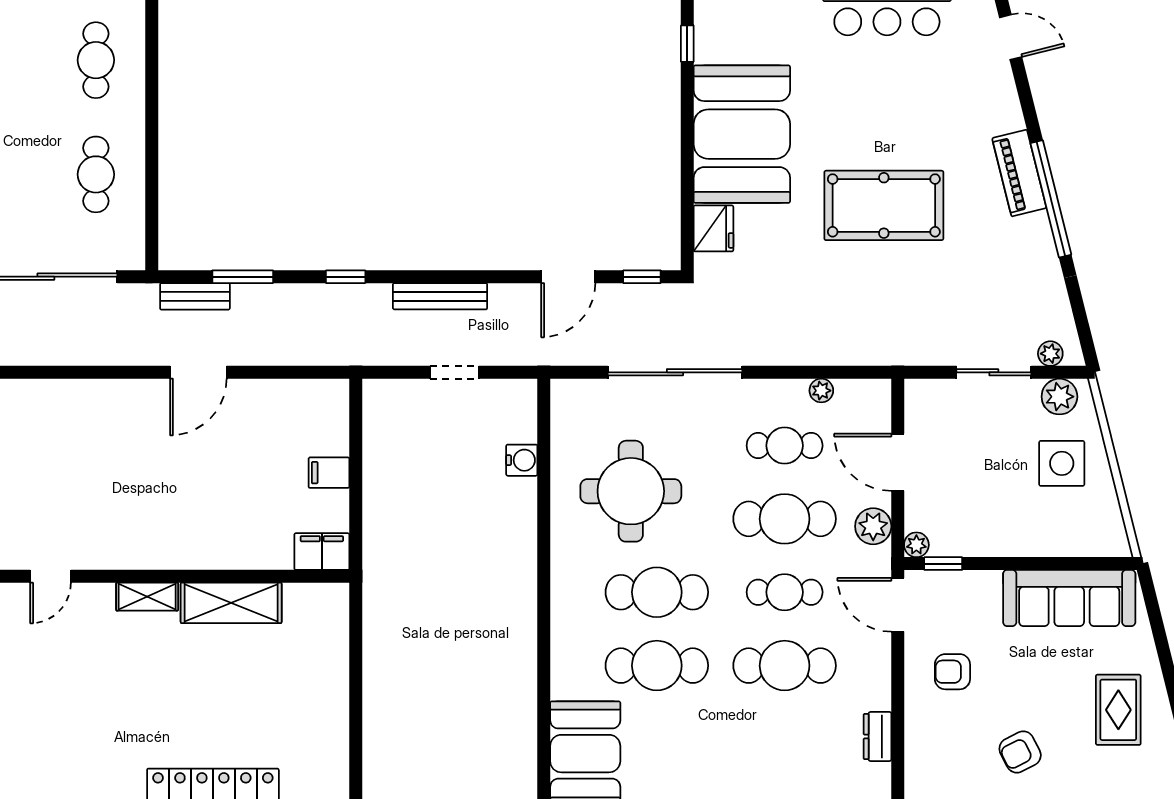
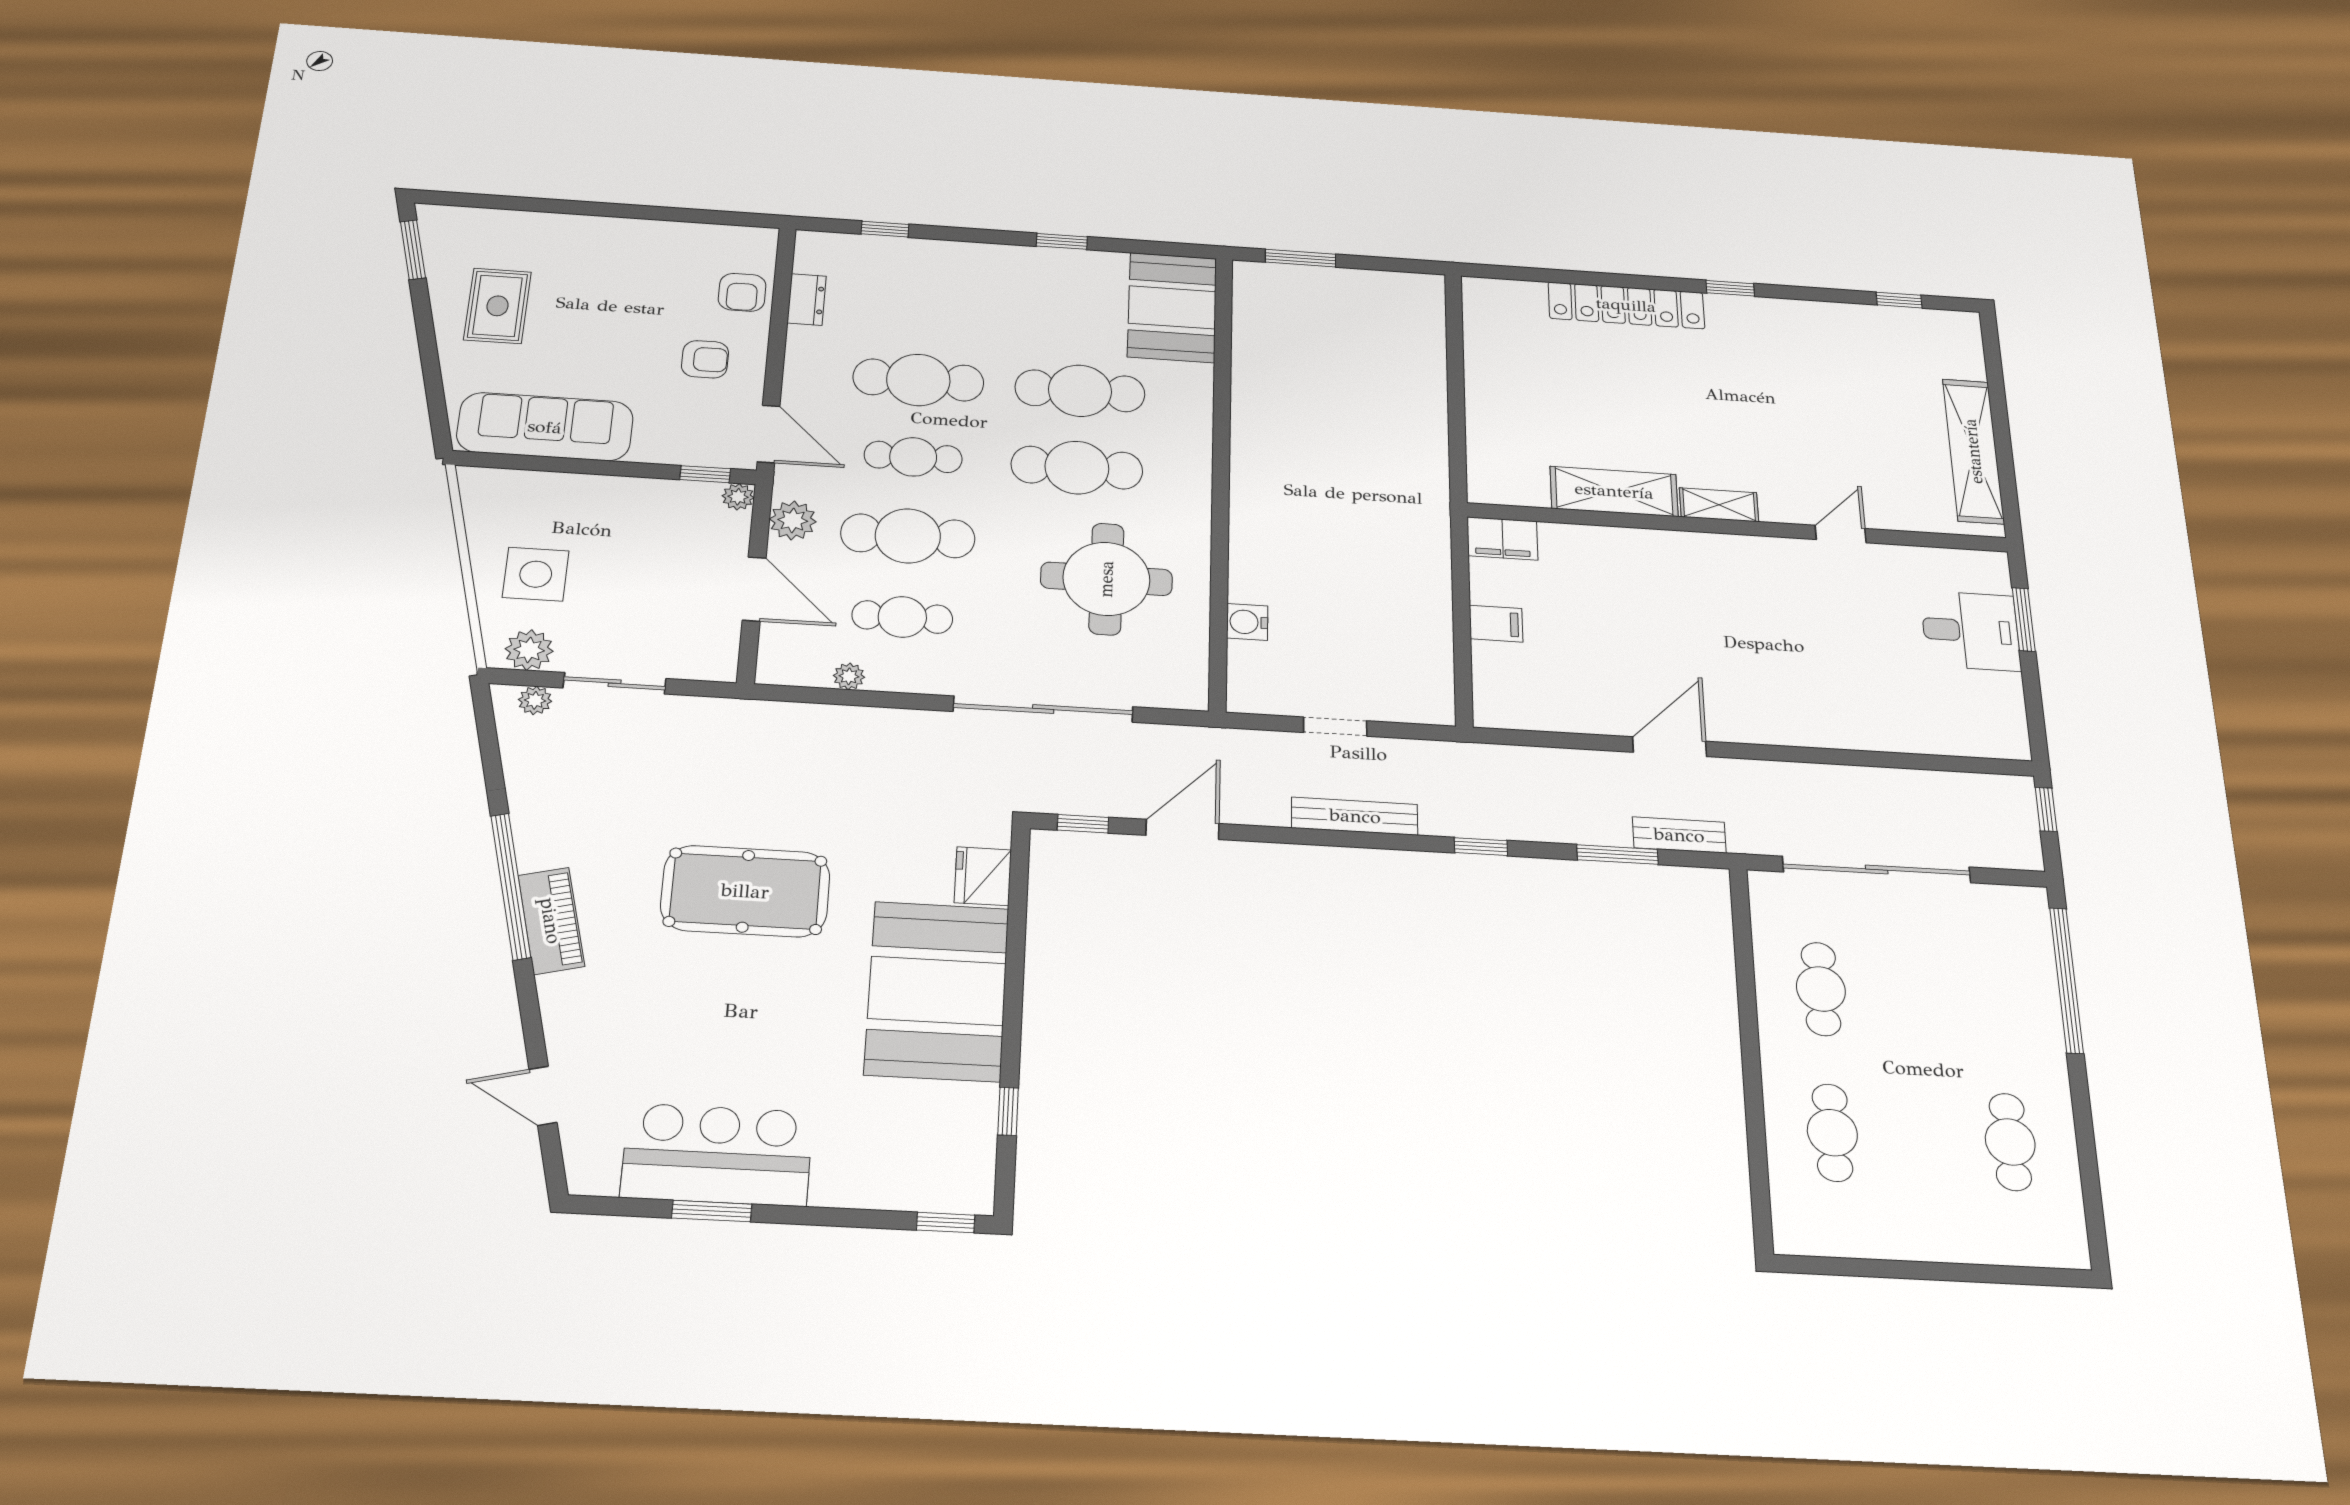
armchair: (1020, 752) -> (742, 292), moved, turned 117

